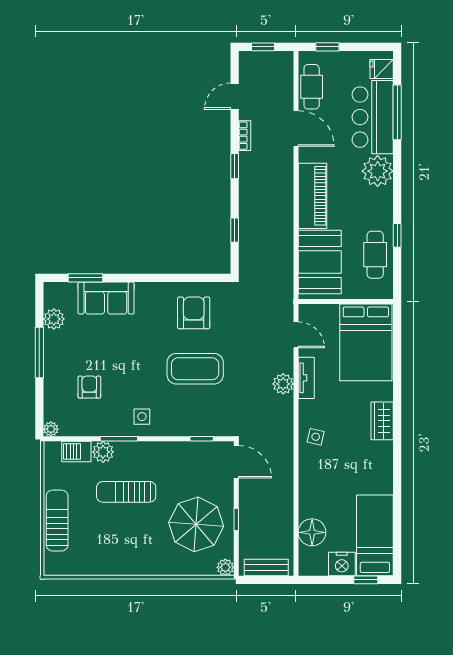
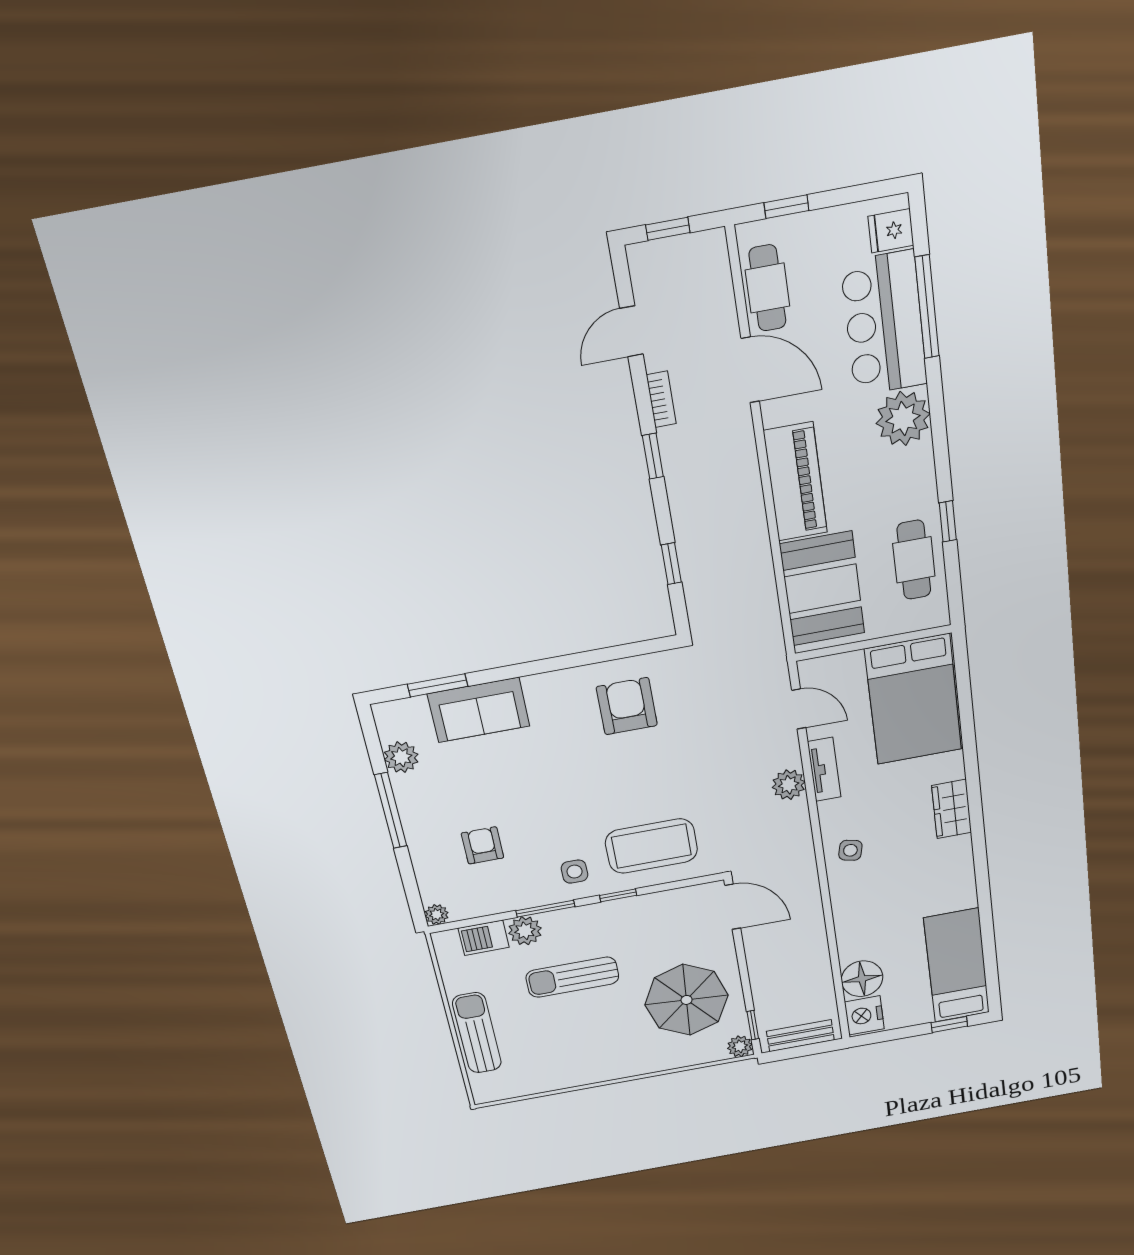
coffee table: (195, 369) -> (651, 846), moved
window: (202, 439) -> (618, 895), moved
window: (236, 520) -> (753, 1025), moved
nightstand: (342, 564) -> (864, 1015), moved, turned 90

